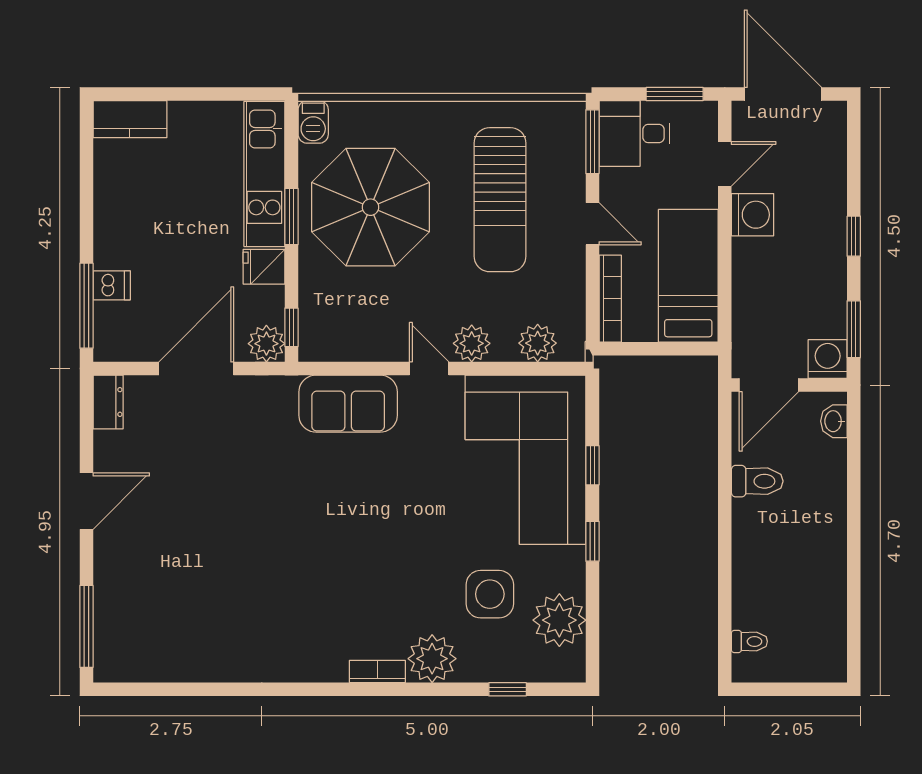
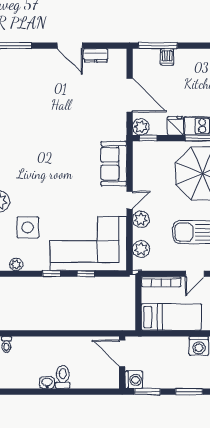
window: (854, 236) -> (189, 392), width x1.50
dresser: (108, 402) -> (96, 55), moved
washbasin: (834, 421) -> (47, 383), moved
toilet: (757, 481) -> (63, 377), moved, turned 180
plant: (559, 620) -> (16, 264), width x0.53, depth x0.53

